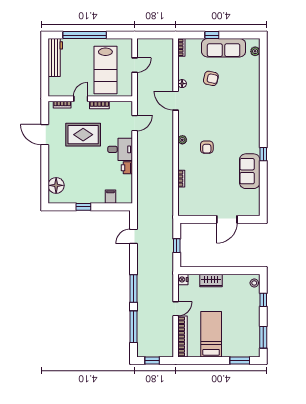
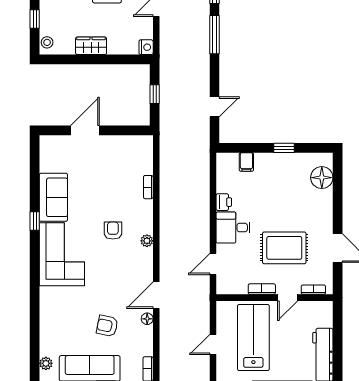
door: (176, 101) -> (156, 295), swing flipped
corner sofa: (244, 130) -> (62, 254), added
wardrobe: (211, 280) -> (91, 46), moved

